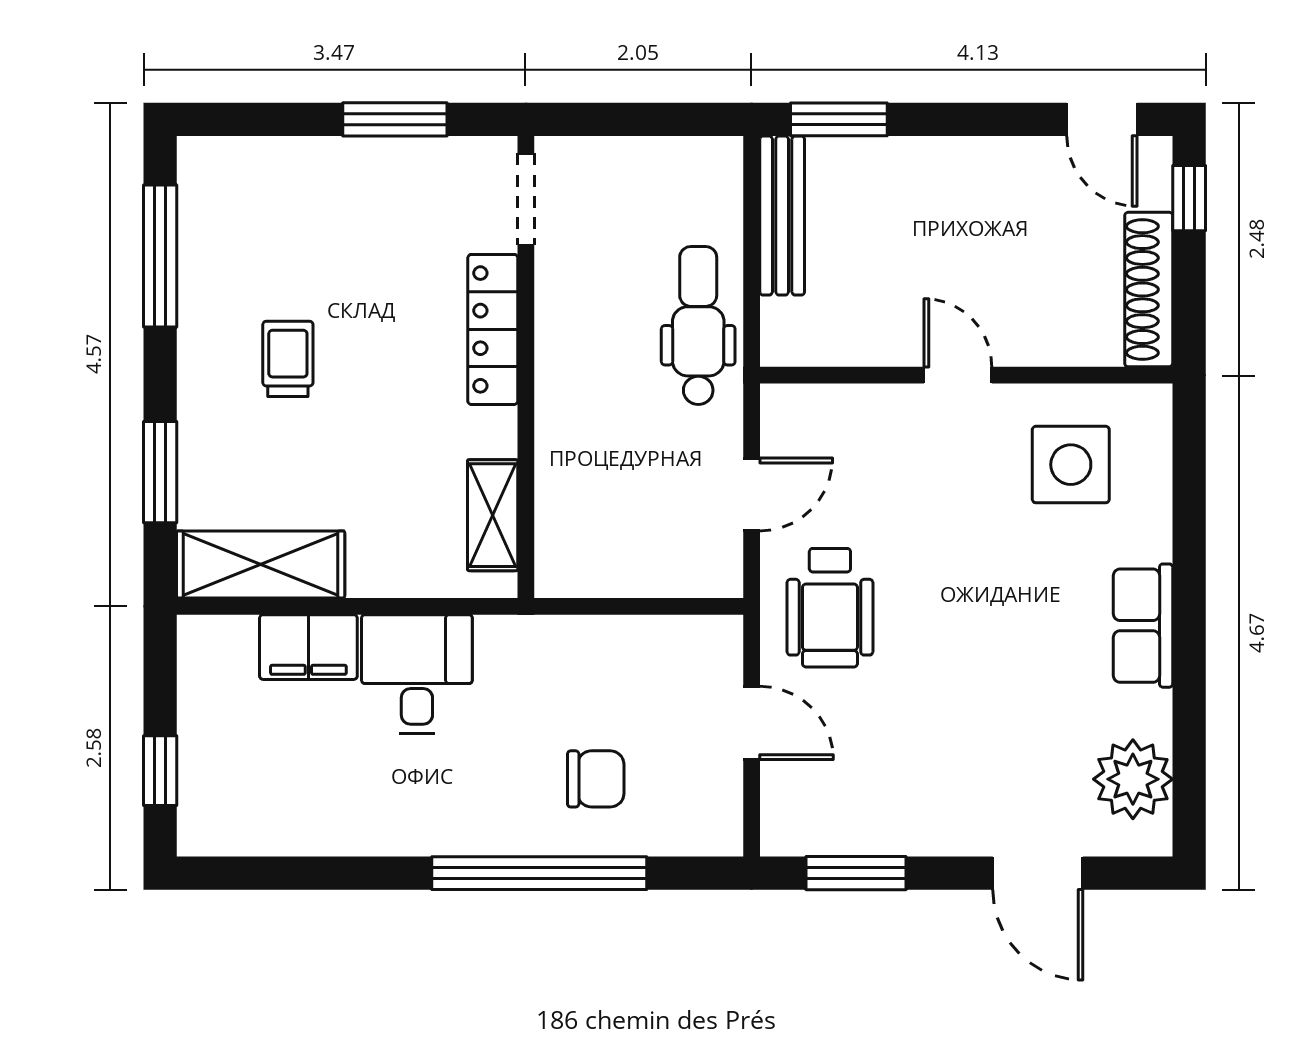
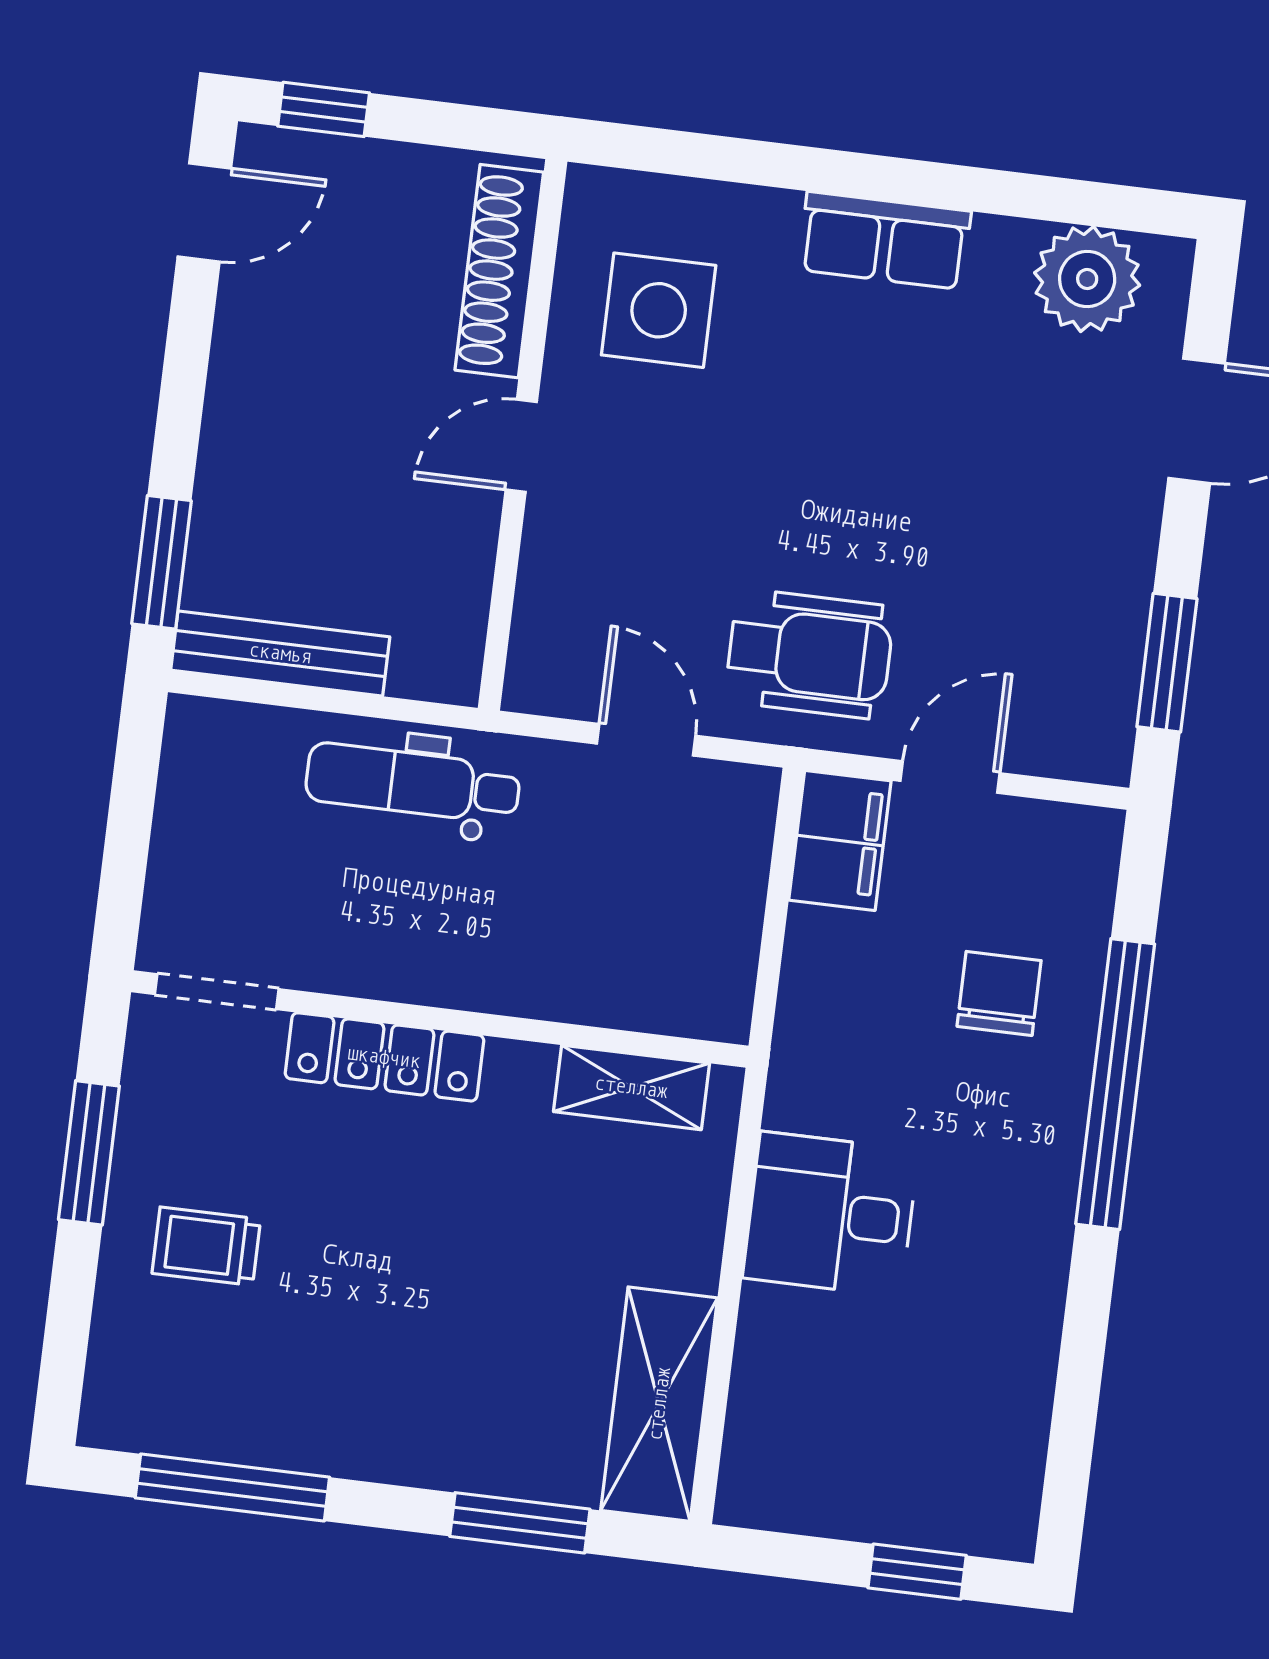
shoe rack: (1149, 290) -> (499, 271), moved, turned 90
trolley: (288, 359) -> (206, 1246), moved
filing cabinet: (308, 647) -> (840, 840), moved

